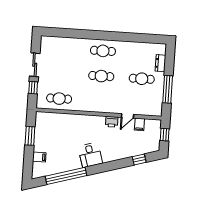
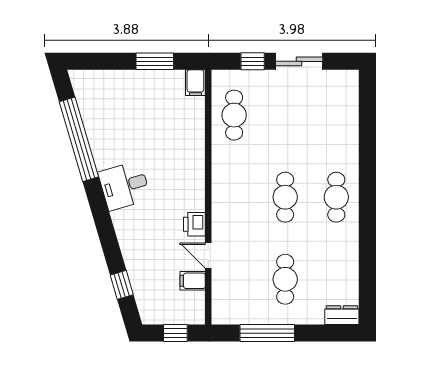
dresser: (161, 63) -> (342, 315), moved
filing cabinet: (39, 157) -> (195, 83), moved

